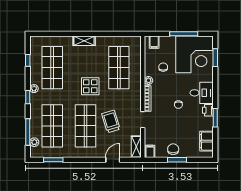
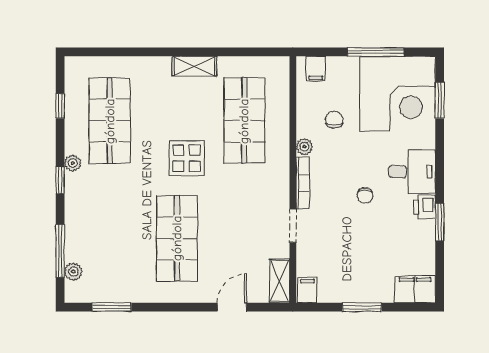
shelving: (84, 41) -> (194, 66), moved
trolley: (111, 121) -> (228, 230), removed
shop shelf: (52, 126) -> (110, 238), removed
filing cabinet: (207, 141) -> (415, 289), moved, turned 90
chair: (173, 149) -> (354, 286), removed

